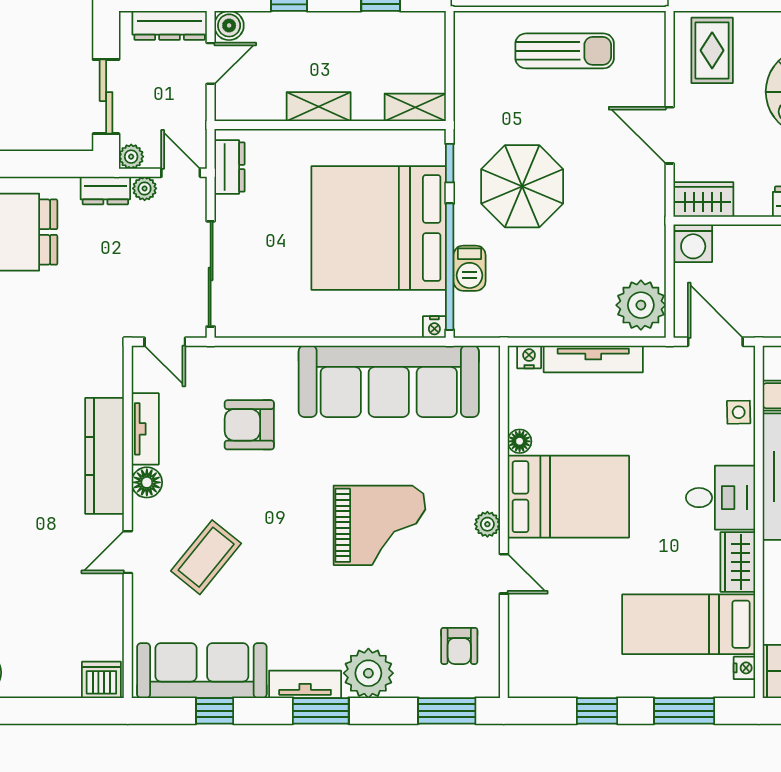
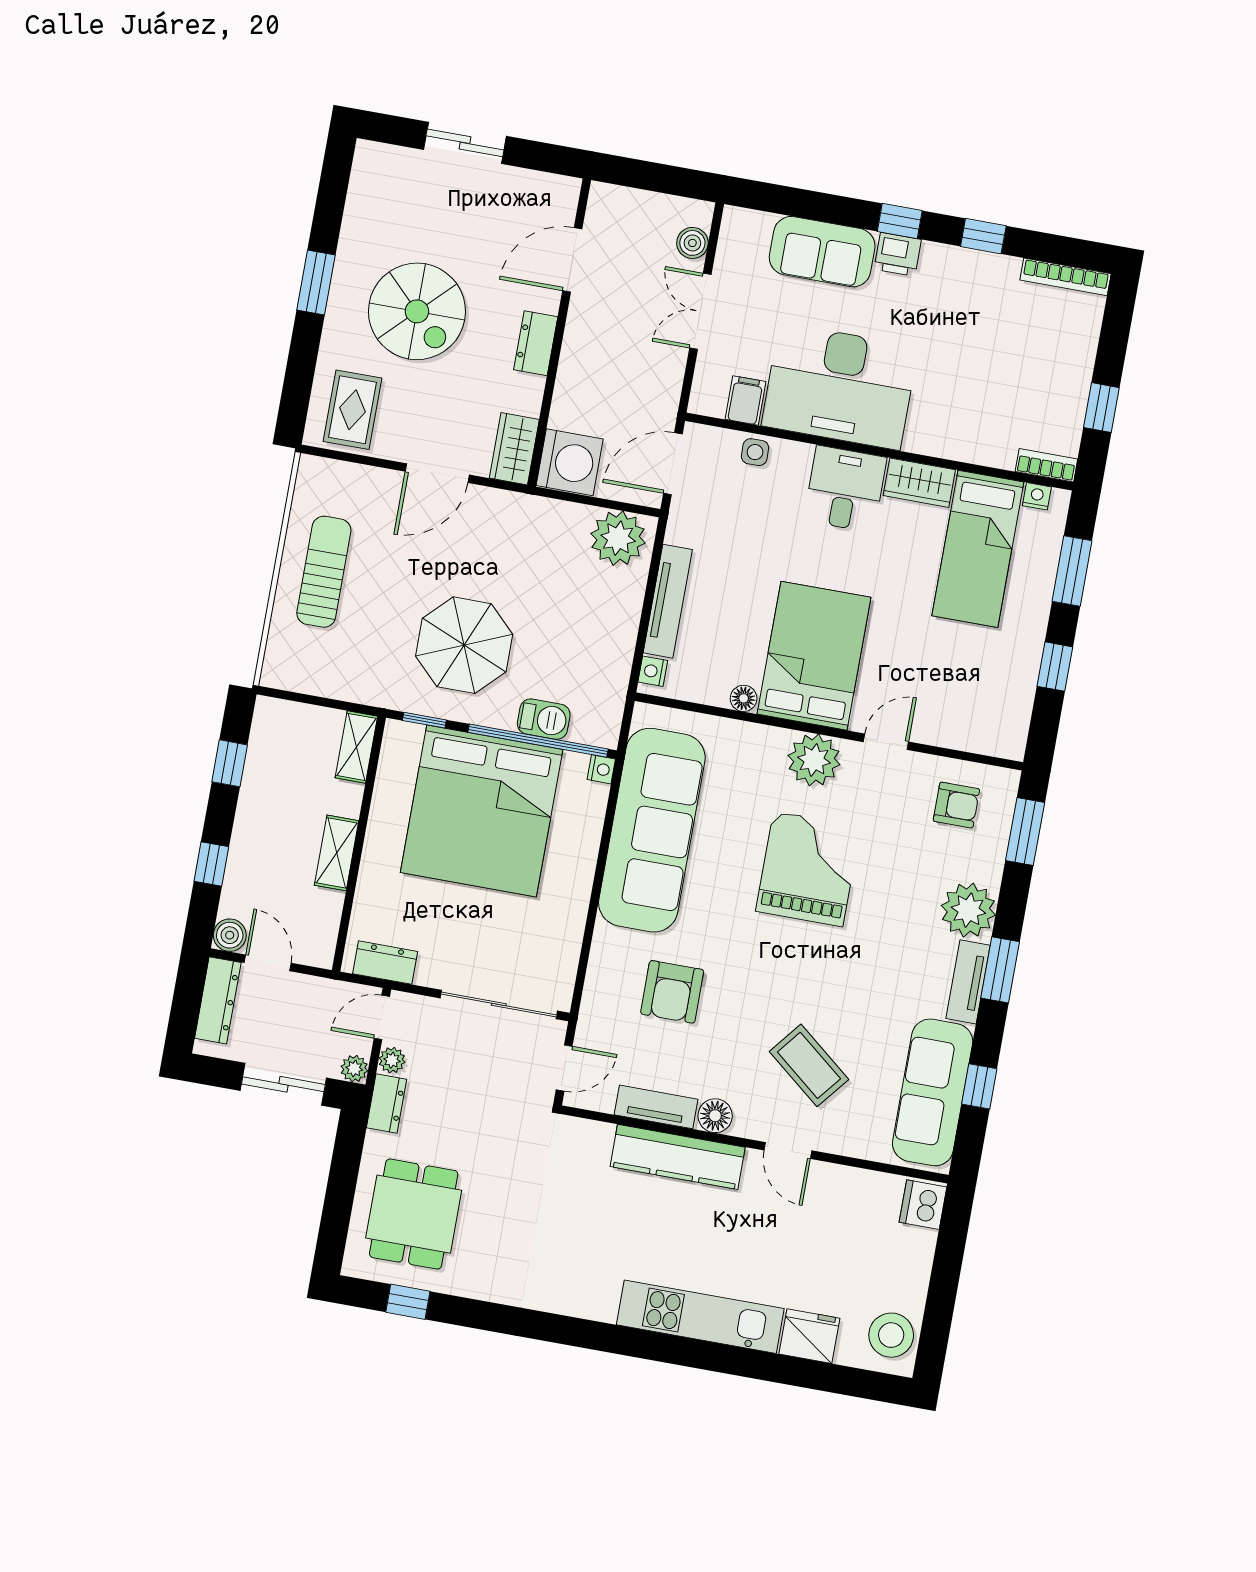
rug: (712, 50) -> (352, 410), turned 90
washing machine: (693, 243) -> (570, 462), width x1.37, depth x1.37
plant: (487, 524) -> (814, 760), width x1.88, depth x1.88

